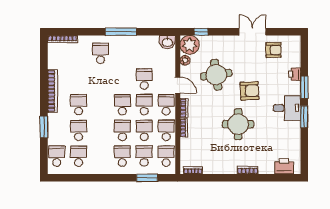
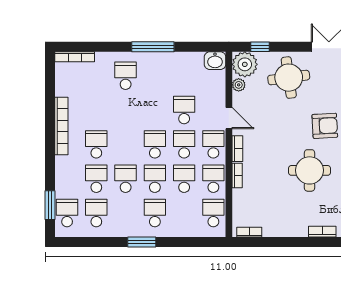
round table: (216, 75) -> (289, 78), moved
window: (44, 127) -> (50, 205), moved
school desk: (144, 156) -> (126, 179), moved
window: (147, 178) -> (142, 242), moved

